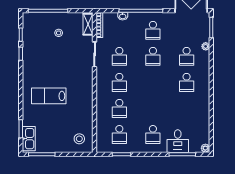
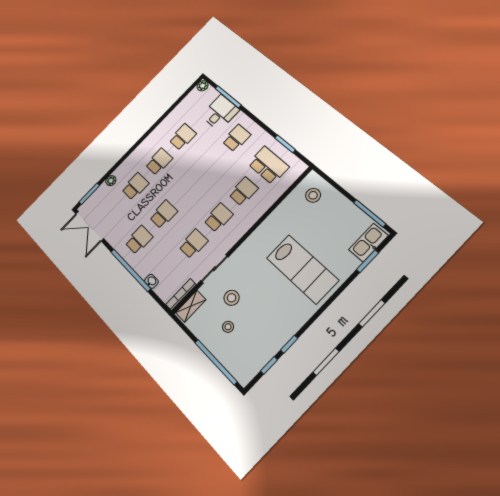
stool: (71, 48) -> (232, 298), added
lab bench: (49, 96) -> (302, 269), width x1.36, depth x1.39
school desk: (187, 108) -> (183, 137), added
school desk: (119, 134) -> (268, 165), width x1.85

